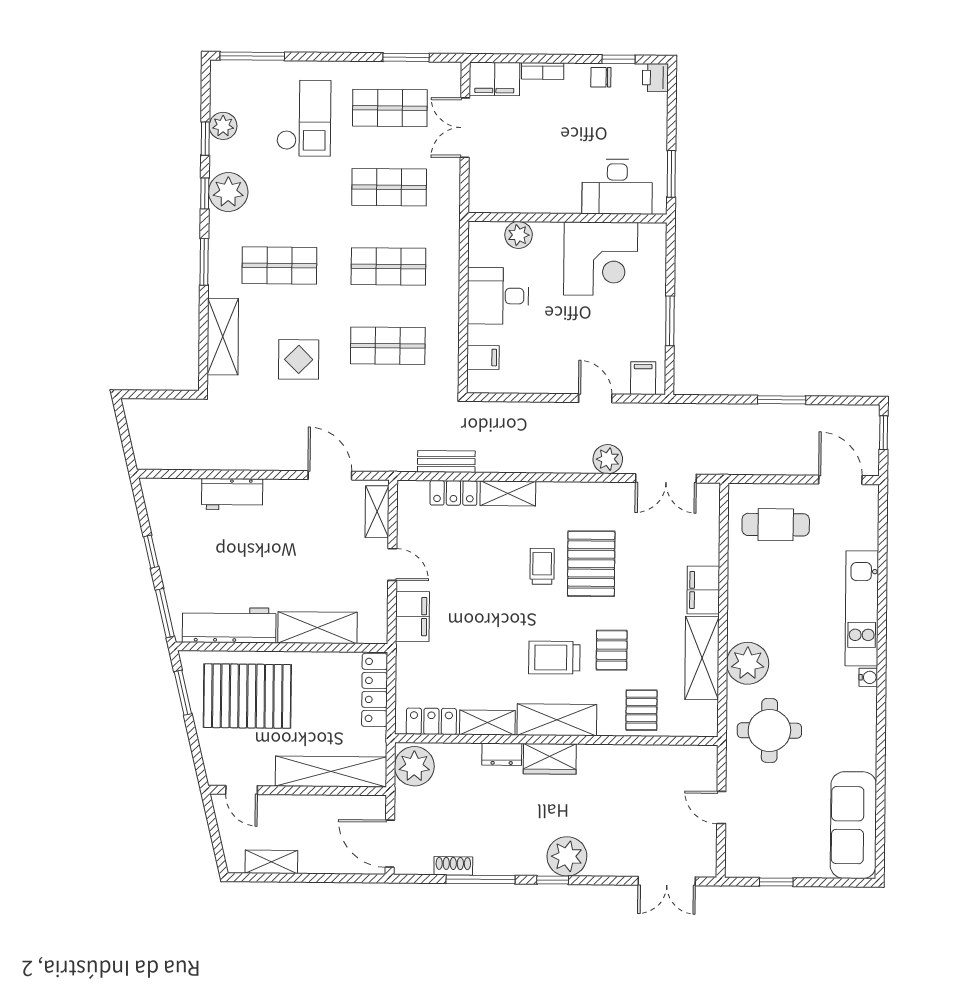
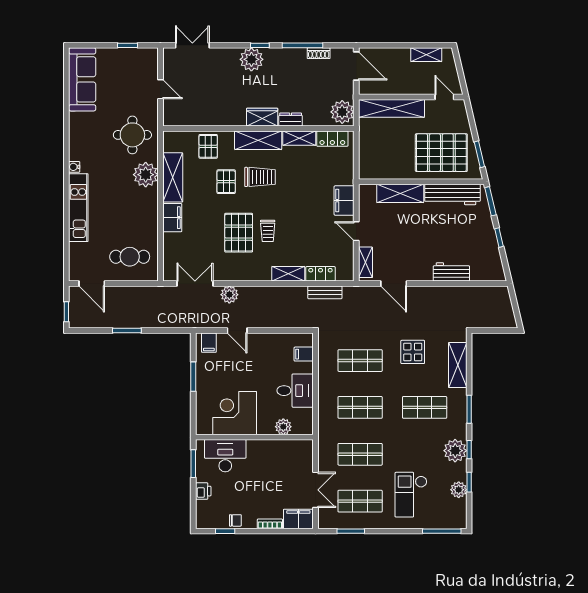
printer: (655, 78) -> (203, 491), moved
locker: (375, 690) -> (366, 157), removed

